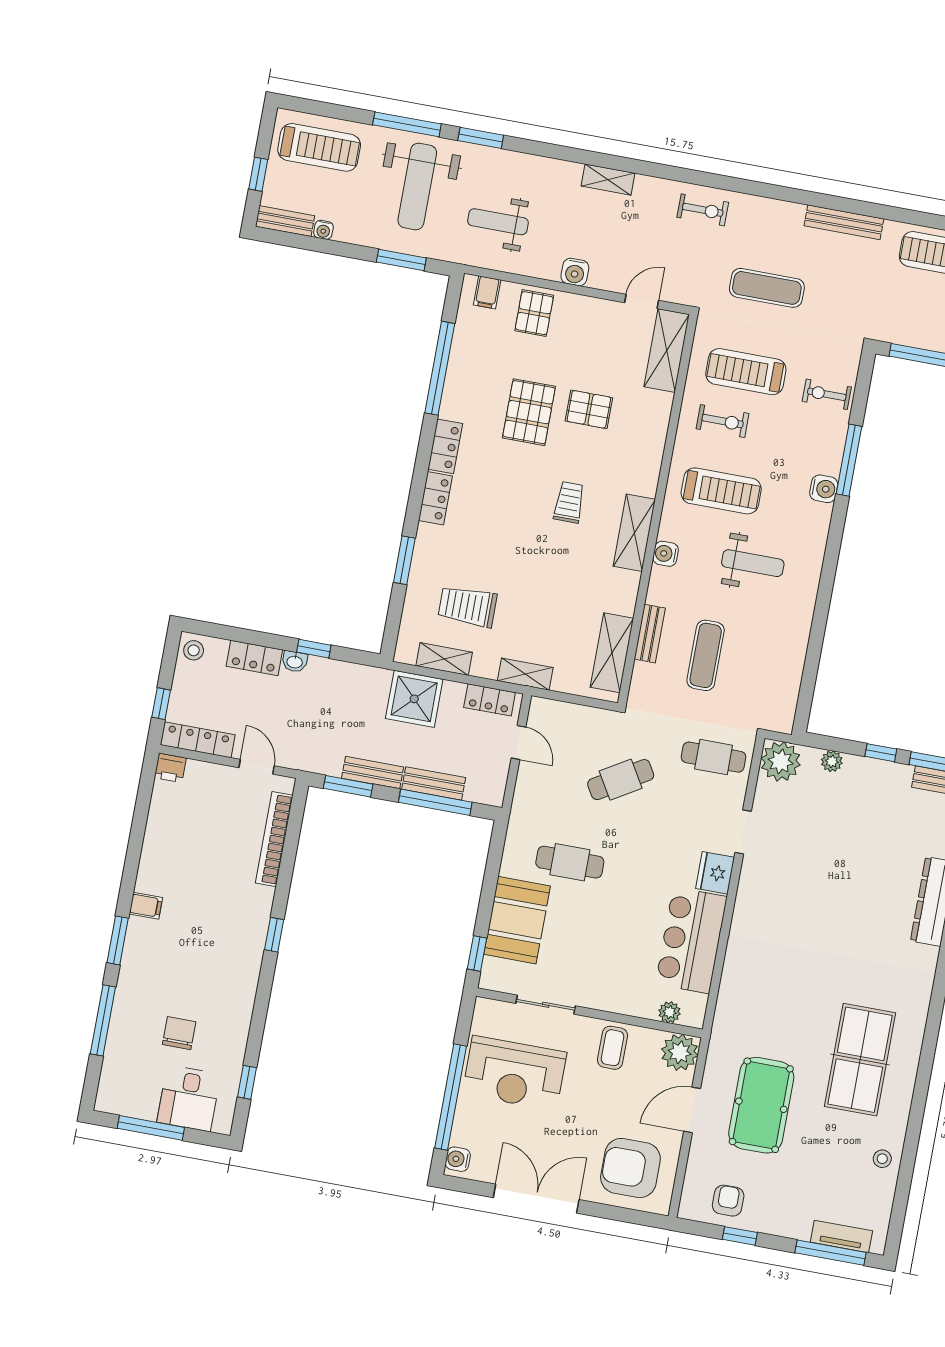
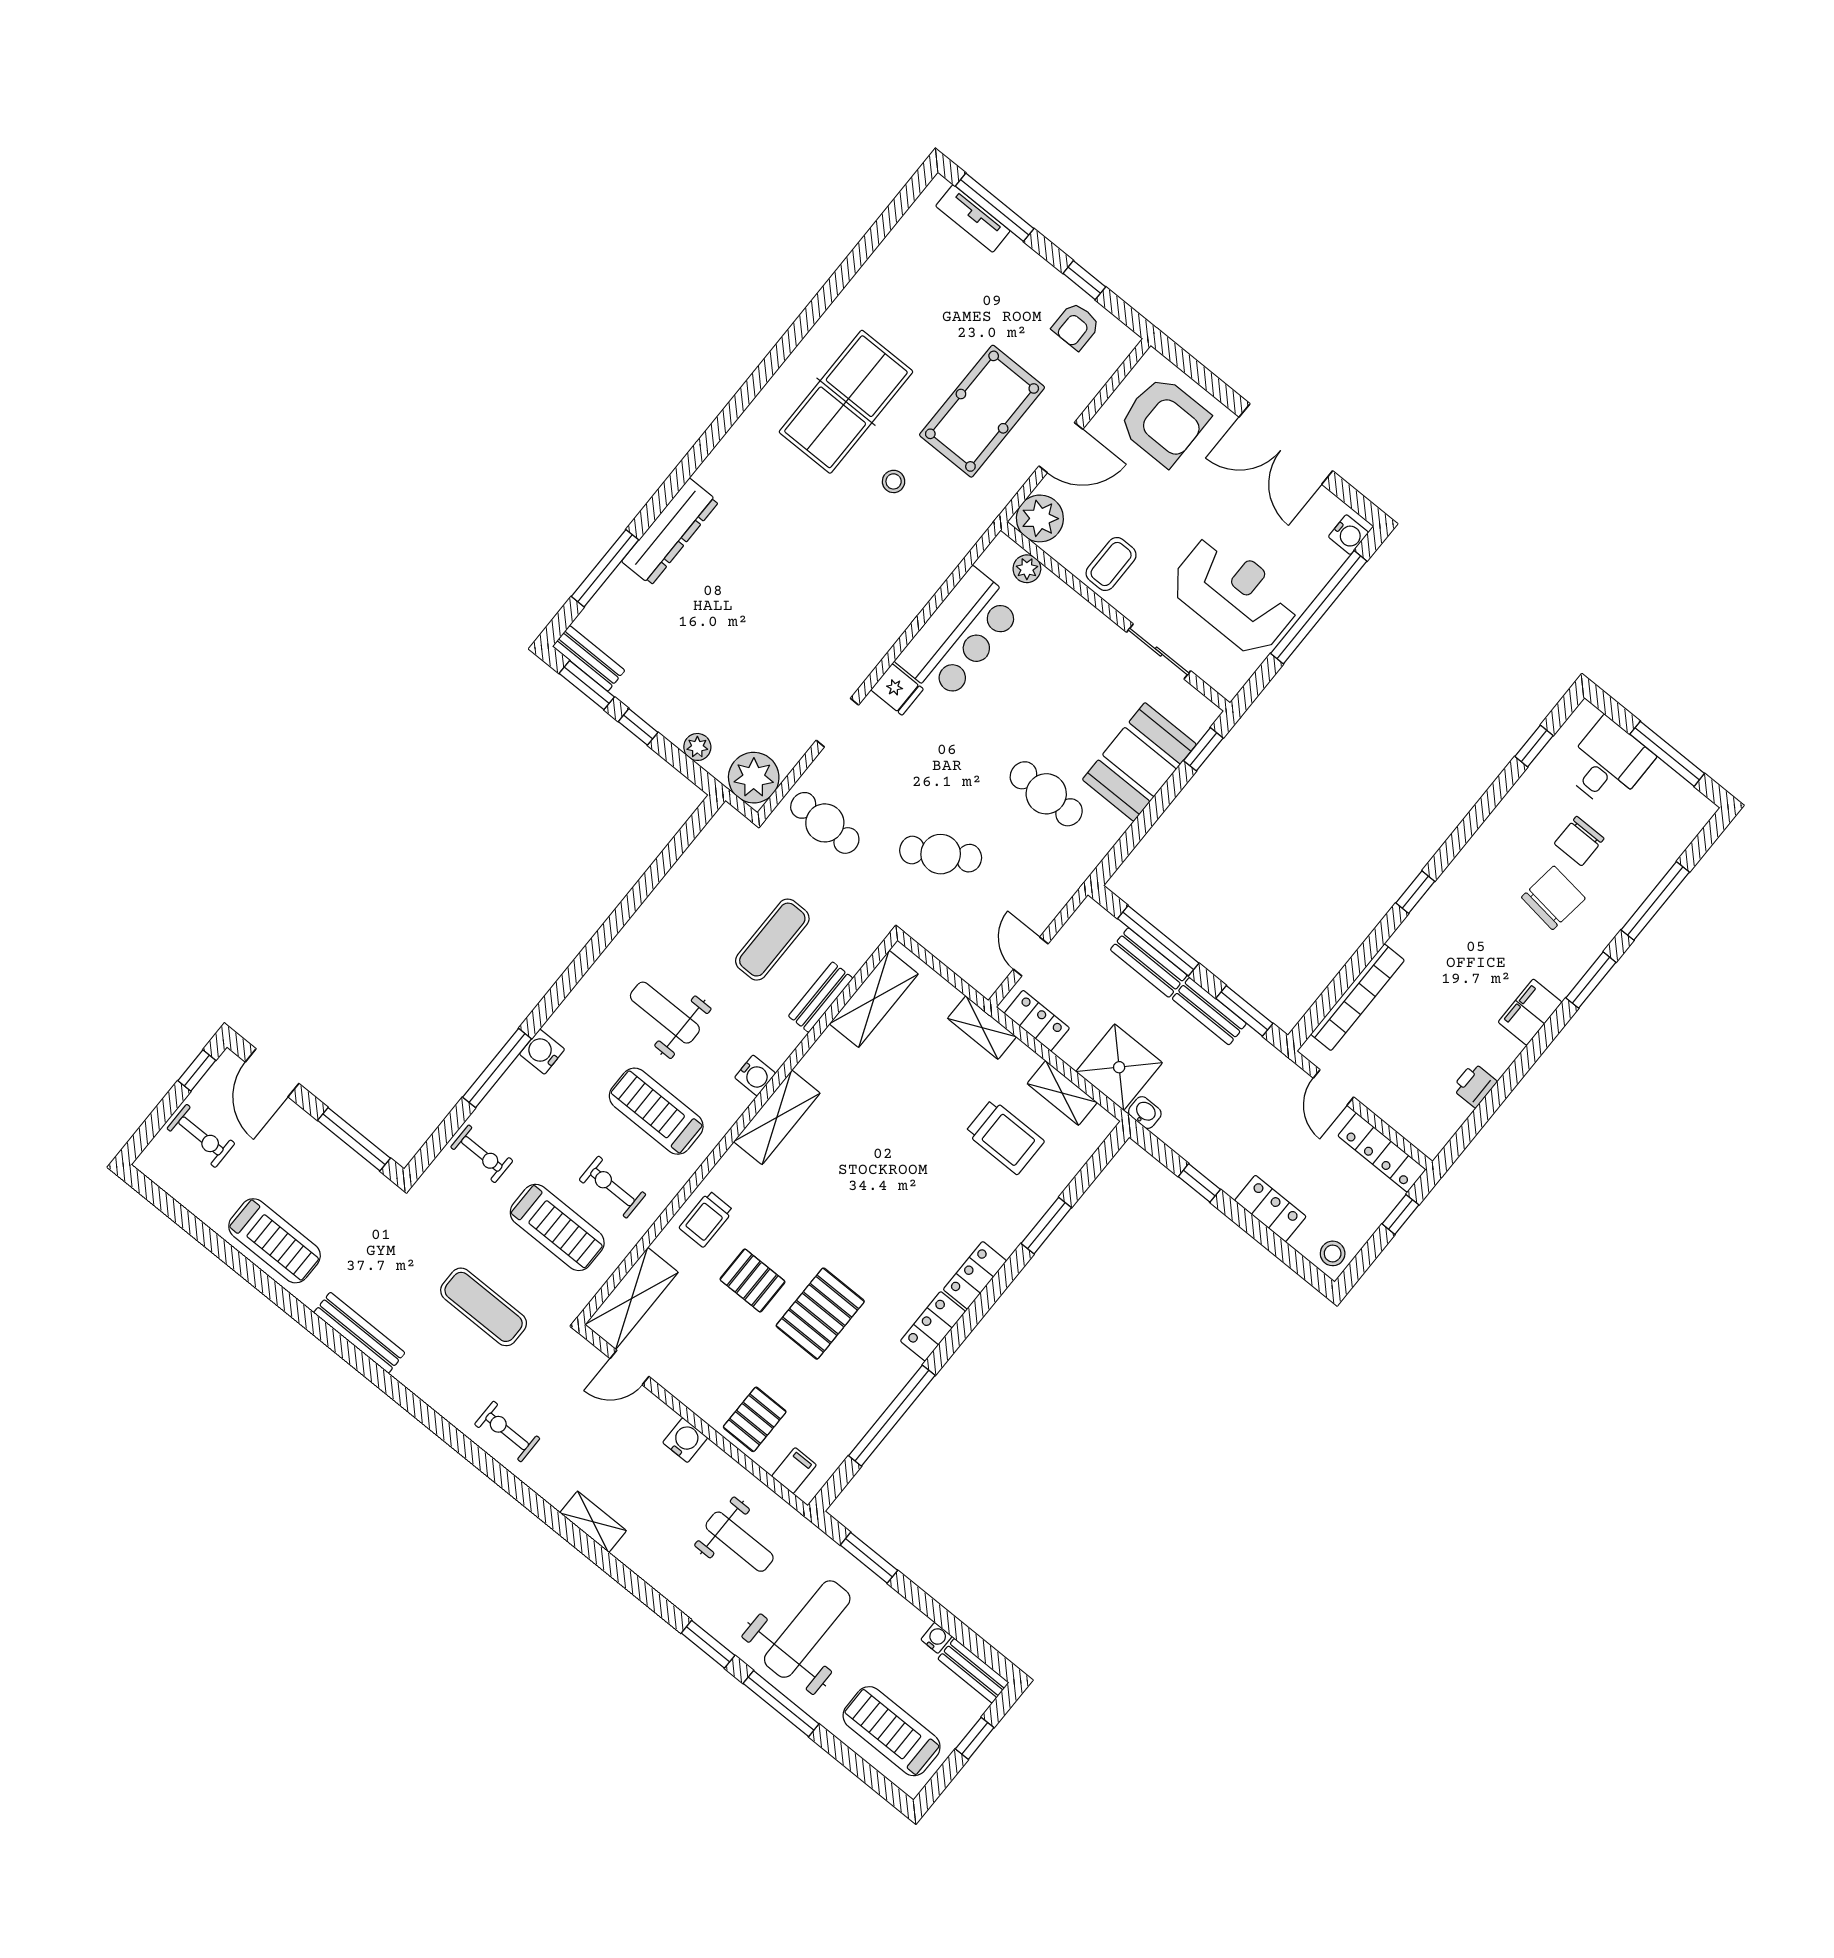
trolley: (569, 502) -> (706, 1219), moved
washbasin: (295, 662) -> (1145, 1113), moved
printer: (170, 768) -> (1474, 1085), moved, turned -90
fridge: (715, 873) -> (897, 689), width x0.72
filing cabinet: (146, 906) -> (1530, 1012), width x2.00
chair: (175, 984) -> (1553, 898), added
stool: (882, 1159) -> (894, 481), moved

